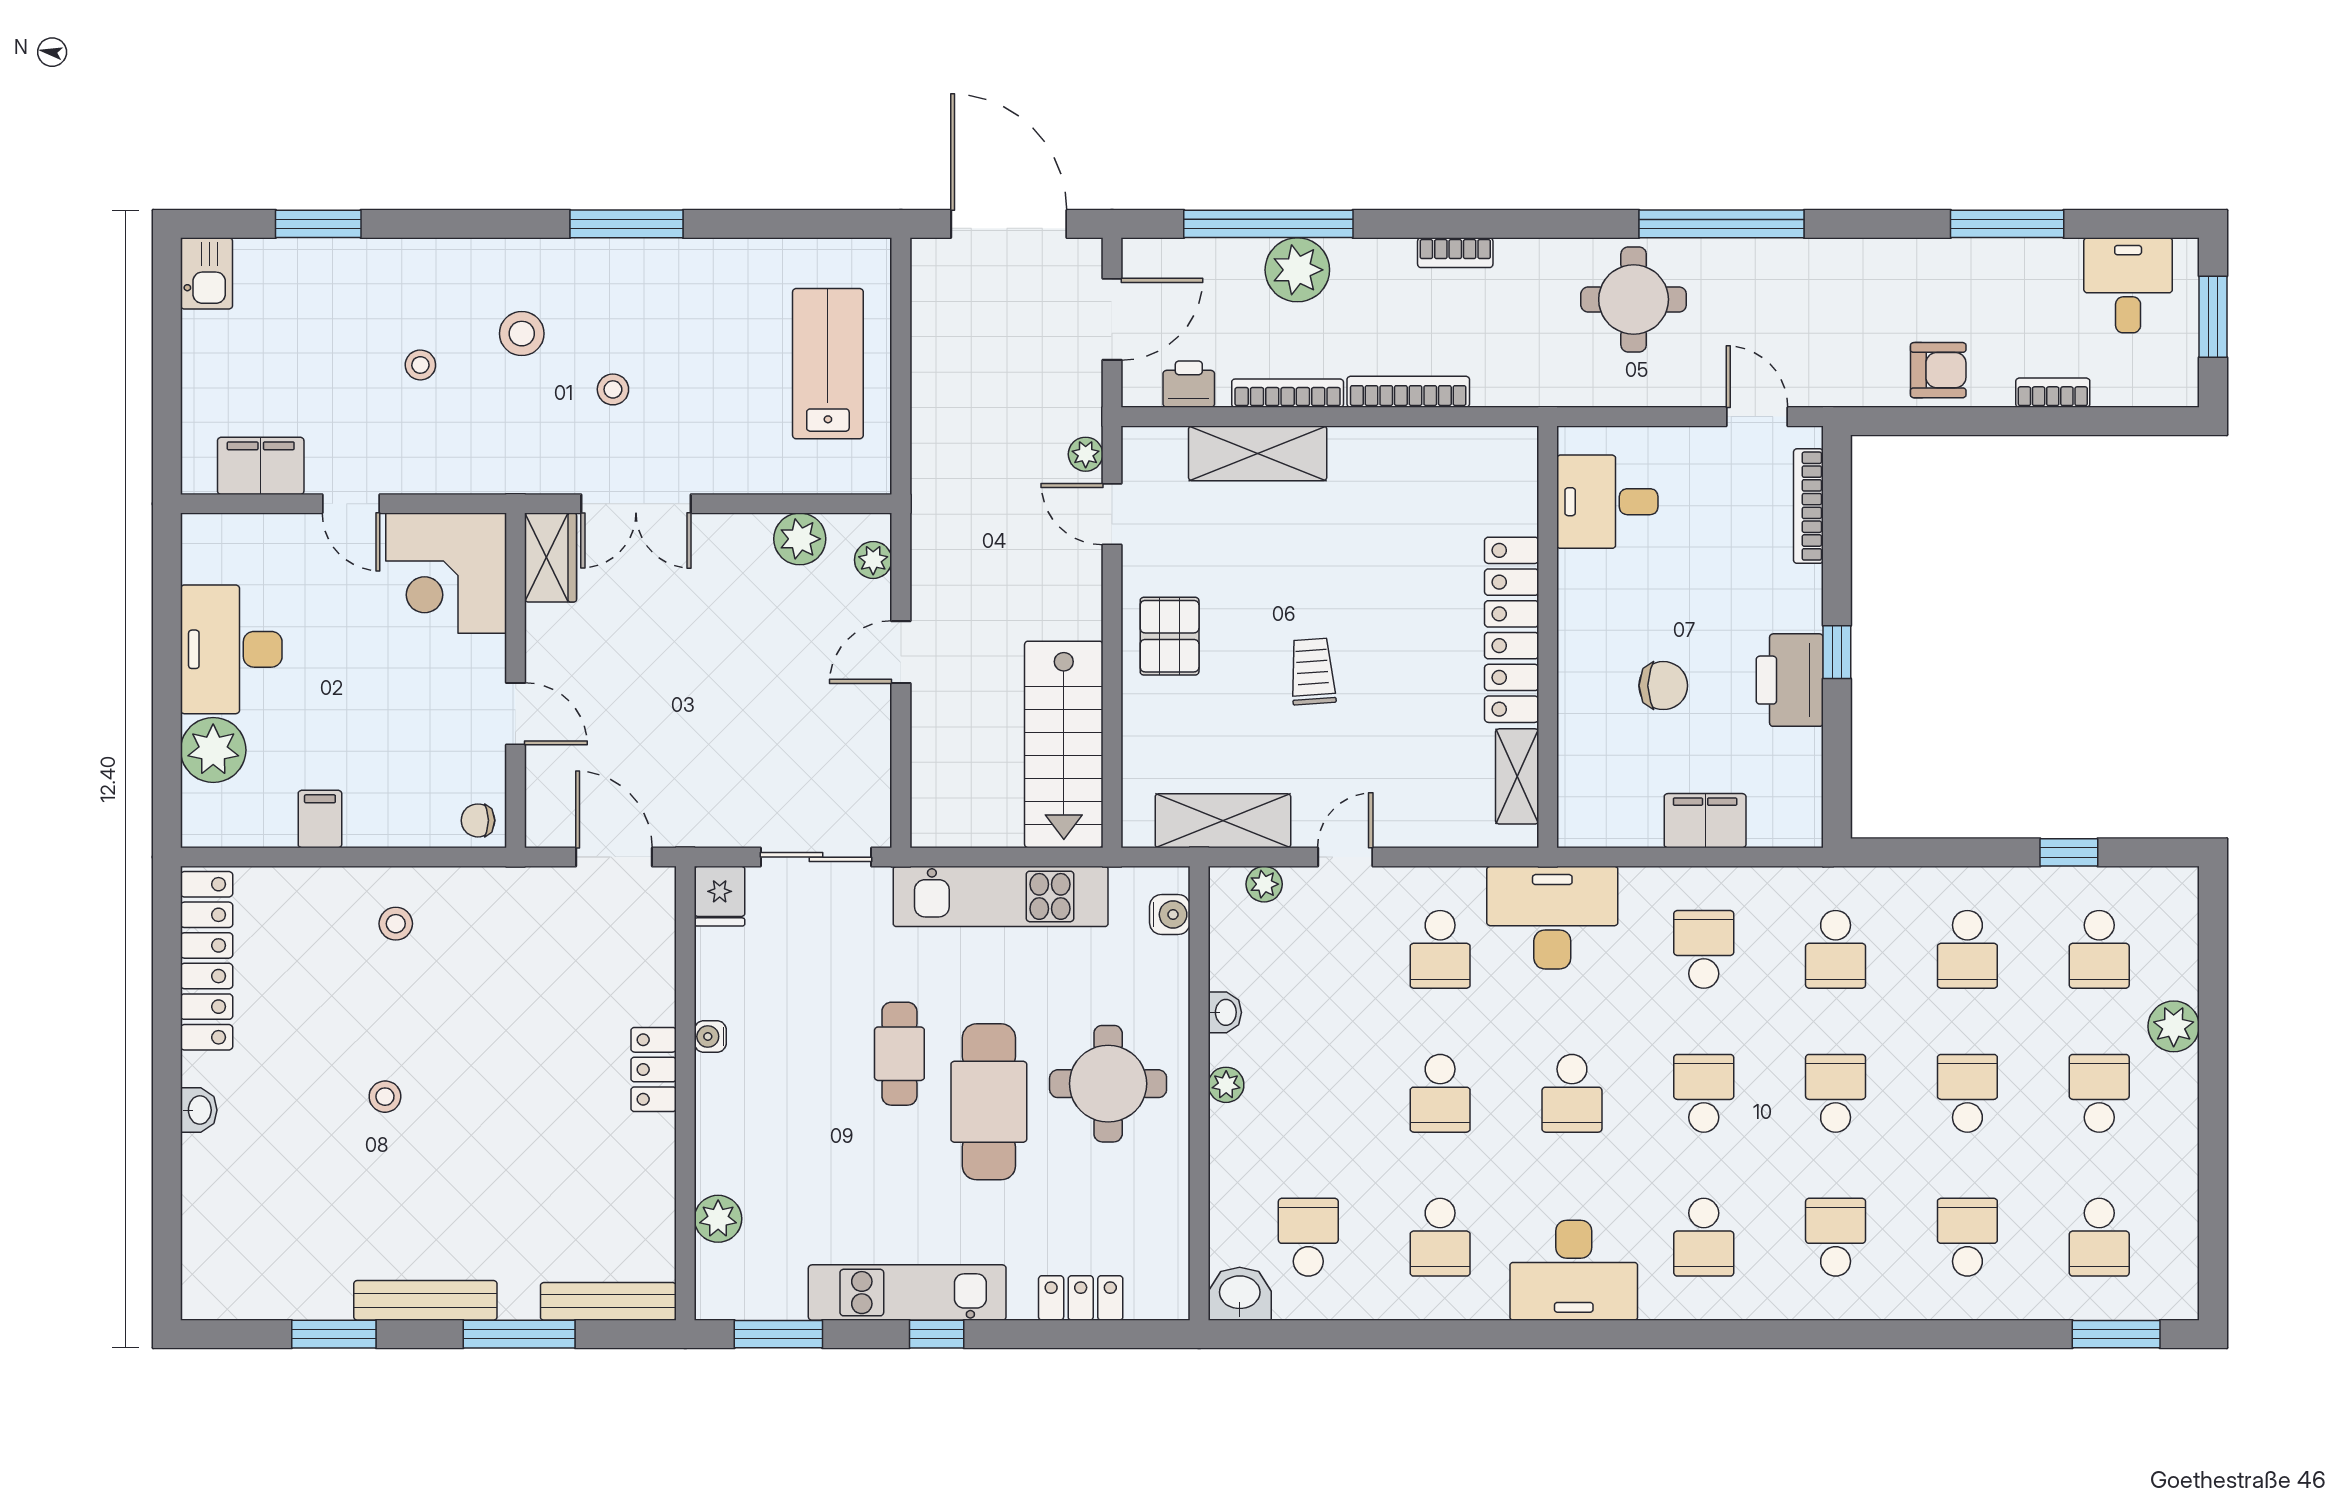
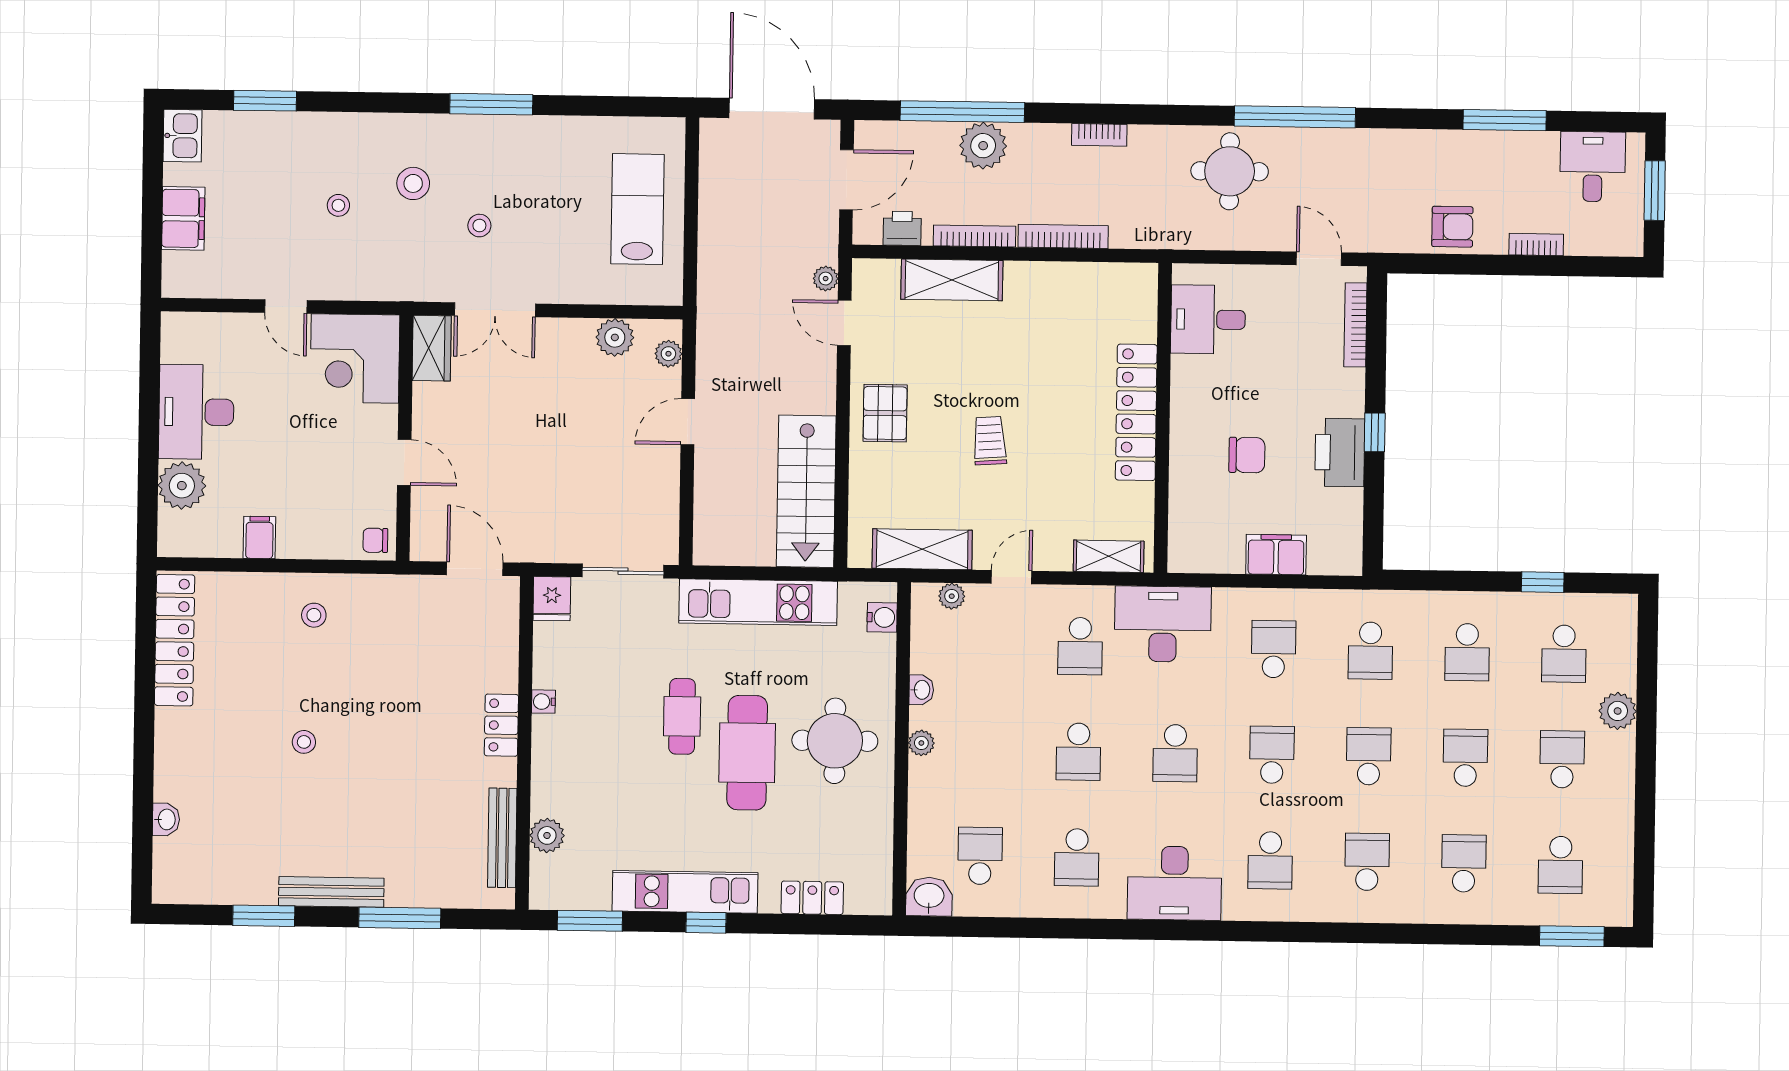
filing cabinet: (261, 466) -> (183, 218), moved, turned 90
shelving: (1517, 776) -> (1109, 556), moved, turned 90
washbasin: (199, 1110) -> (166, 819), moved
bench: (608, 1301) -> (502, 838), moved, turned 90

